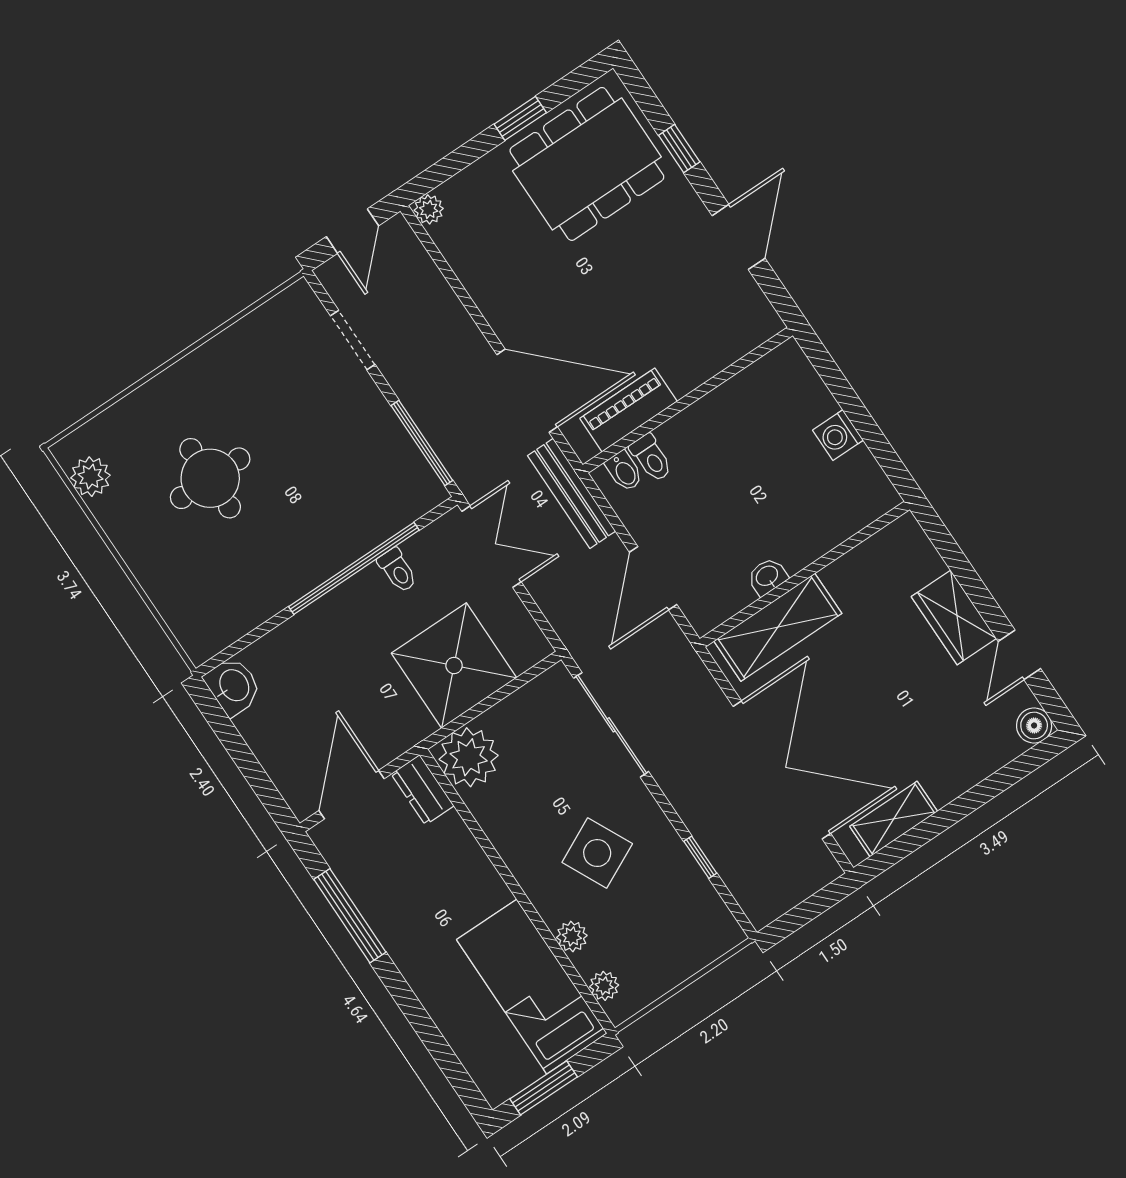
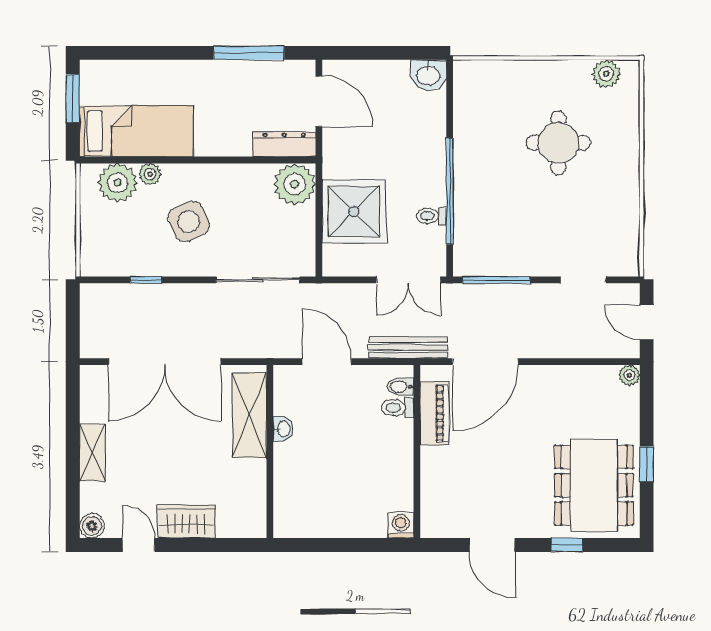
washing machine: (838, 435) -> (401, 525), moved
dresser: (422, 790) -> (284, 144), width x1.44
shelving: (894, 819) -> (92, 453), moved
plant: (604, 986) -> (118, 183), width x1.87, depth x1.87

